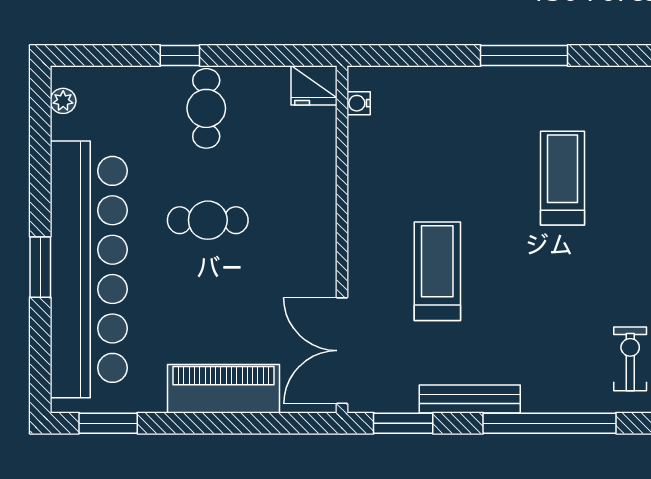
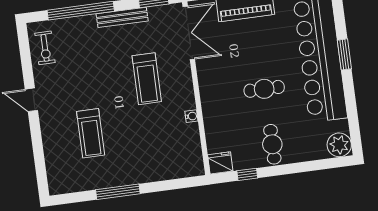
window: (180, 55) -> (247, 174), moved
plant: (63, 101) -> (339, 145), width x1.88, depth x1.88
water cooler: (359, 103) -> (191, 116), moved

